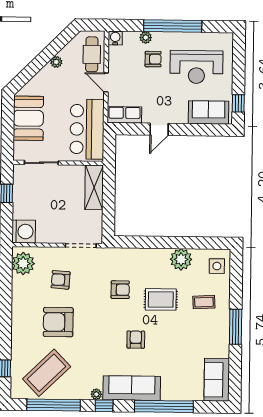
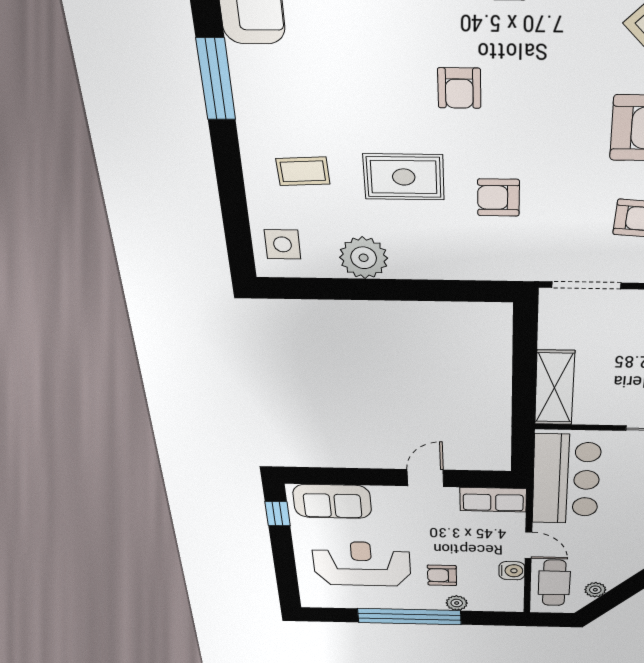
water cooler: (115, 38) -> (512, 571), moved, turned -90
plant: (56, 62) -> (595, 590), moved
window: (236, 327) -> (216, 79), moved

